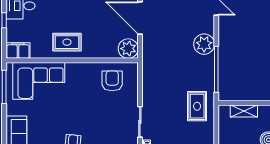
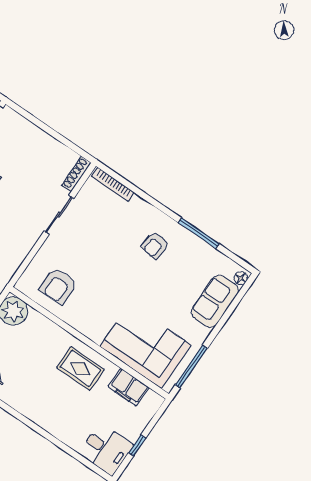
filing cabinet: (18, 50) -> (129, 387), moved

